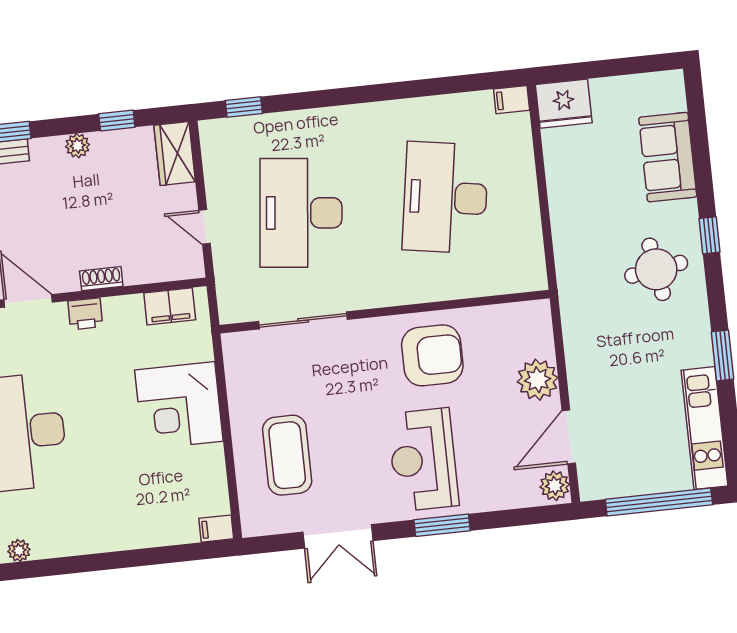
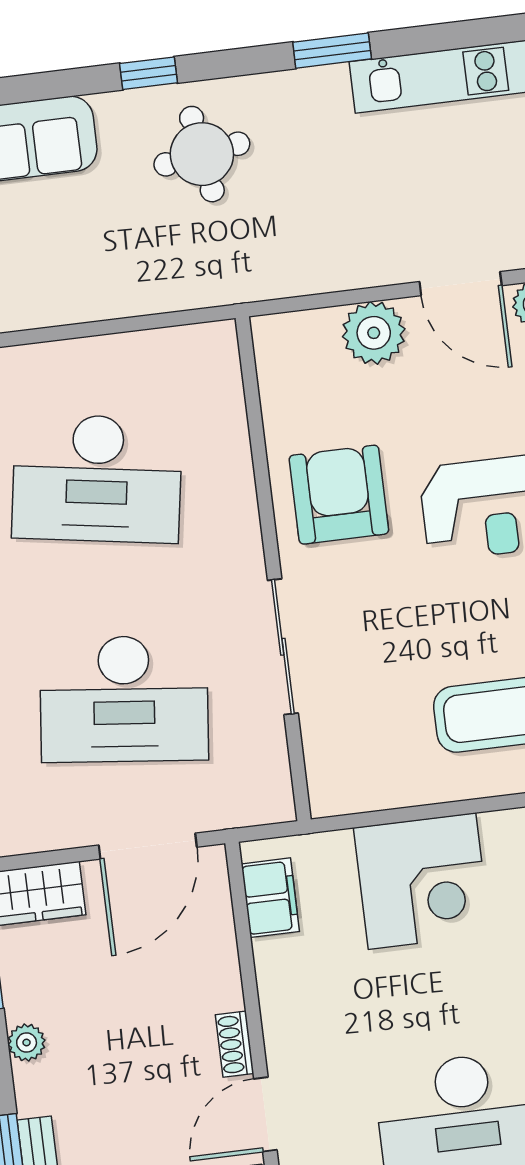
door: (205, 227) -> (148, 846), width x1.87
shoe rack: (101, 279) -> (235, 1044), moved
printer: (85, 314) -> (284, 1027), removed
sliding door: (303, 320) -> (283, 647), moved

